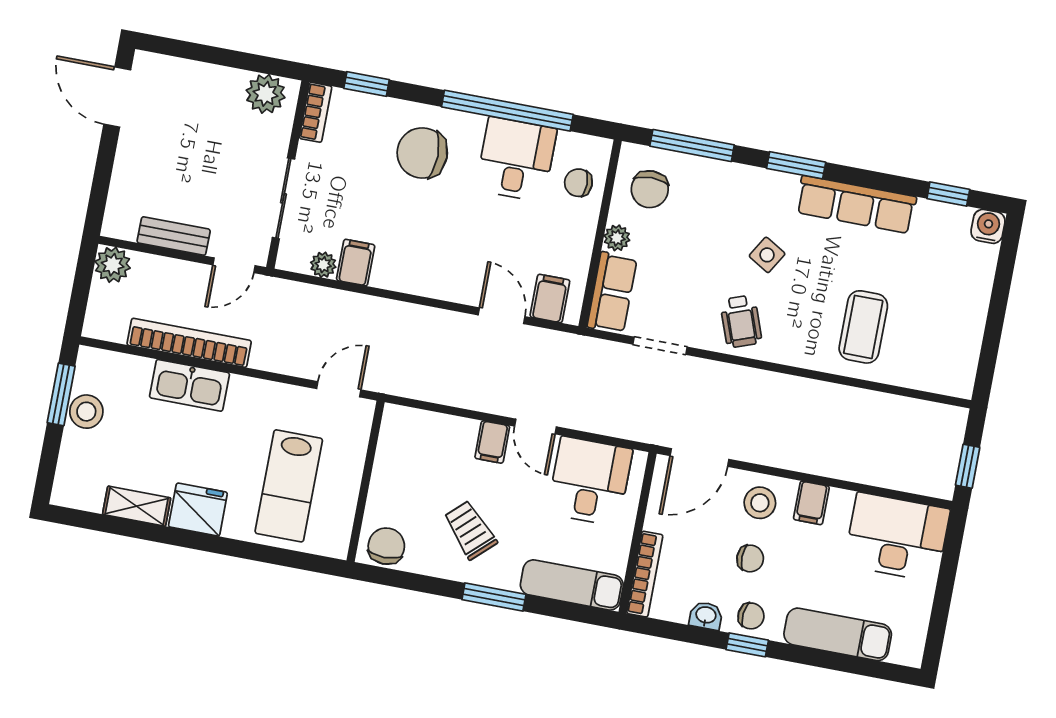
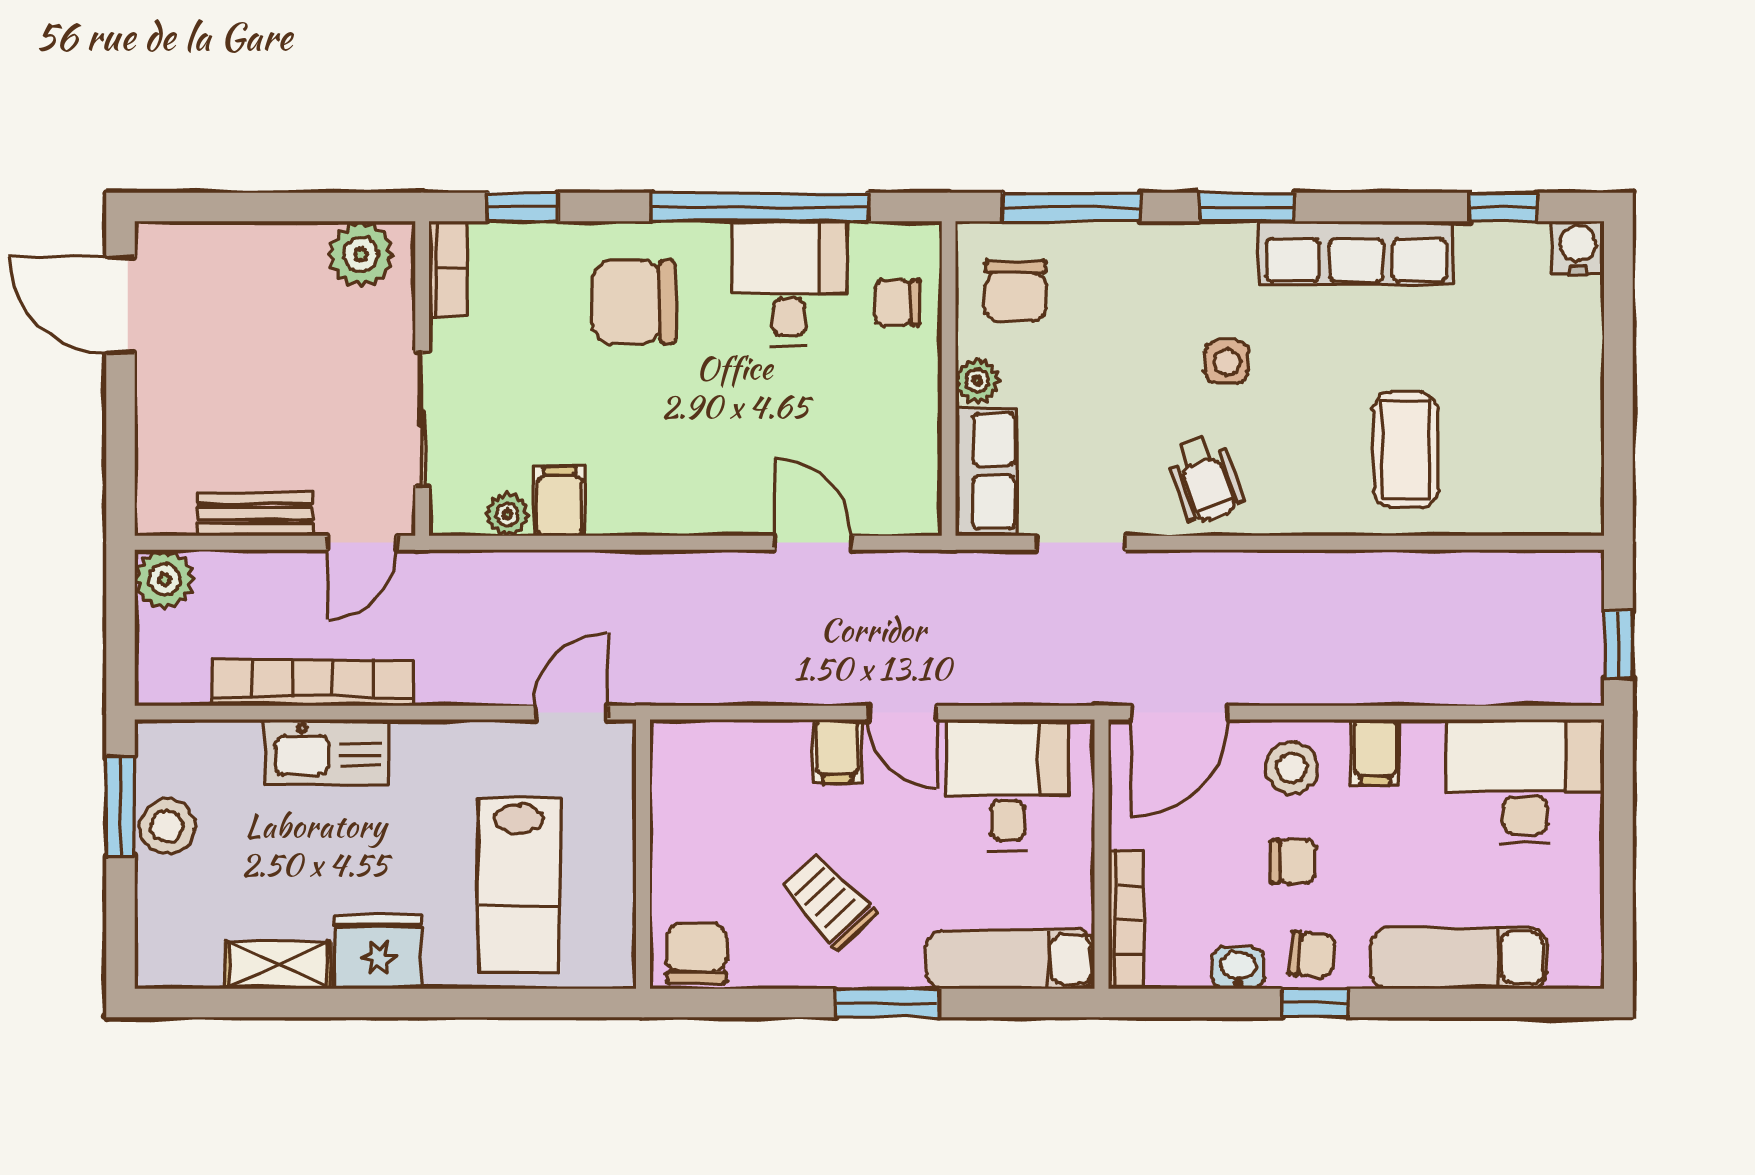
side table: (767, 255) -> (1227, 362), turned -31
filing cabinet: (550, 298) -> (887, 500), removed

